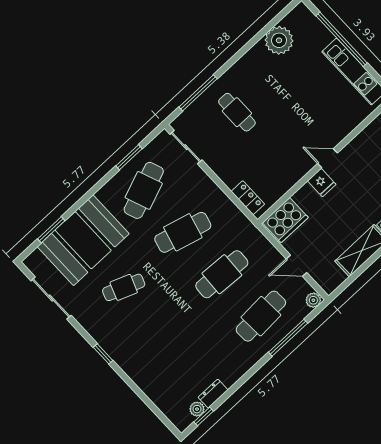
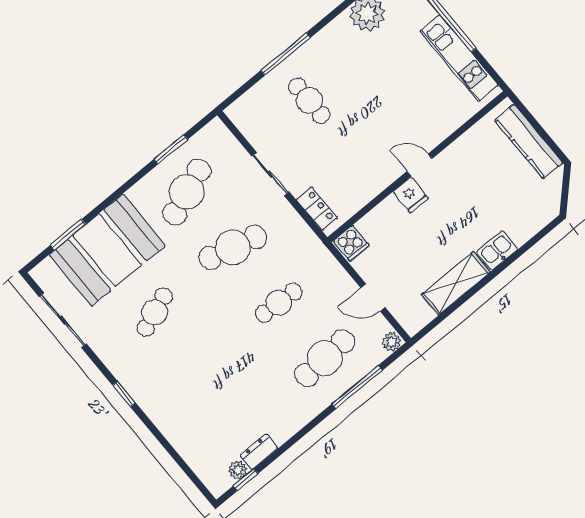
window: (198, 93) -> (286, 54), moved
sliding door: (186, 147) -> (270, 174), moved
cooker: (285, 220) -> (351, 243), width x0.53, depth x0.76
cafe table: (222, 274) -> (279, 303), width x0.73, depth x0.74
cafe table: (124, 287) -> (155, 312), turned -42

